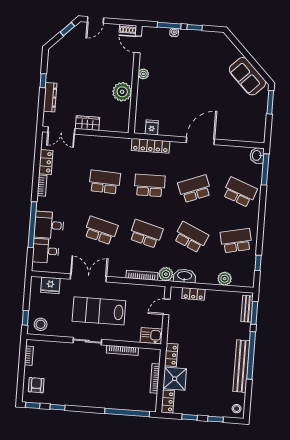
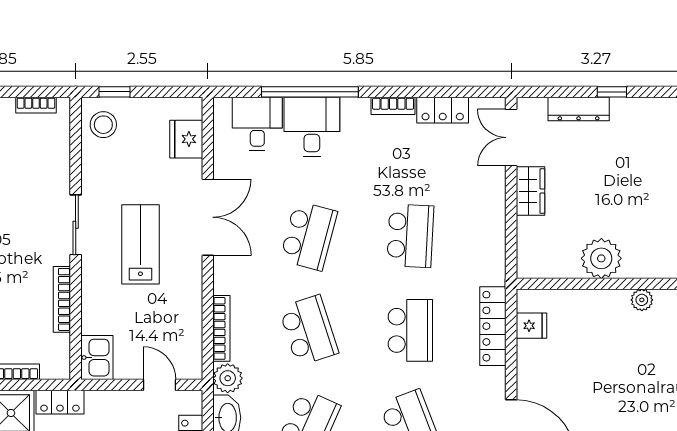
school desk: (146, 234) -> (309, 330), turned -33
lab bench: (99, 311) -> (140, 244), width x0.73, depth x0.72

